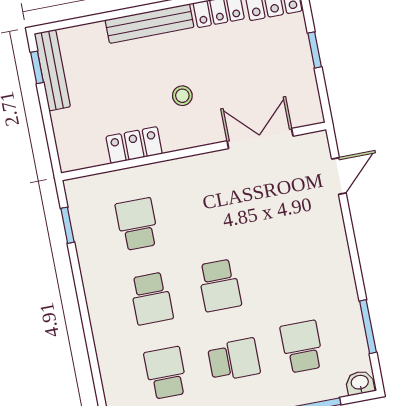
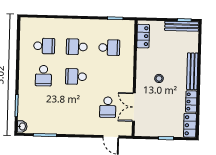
double door: (260, 139) -> (134, 107), swing flipped
locker: (134, 145) -> (143, 36), moved
school desk: (302, 347) -> (108, 107), moved, turned 90

